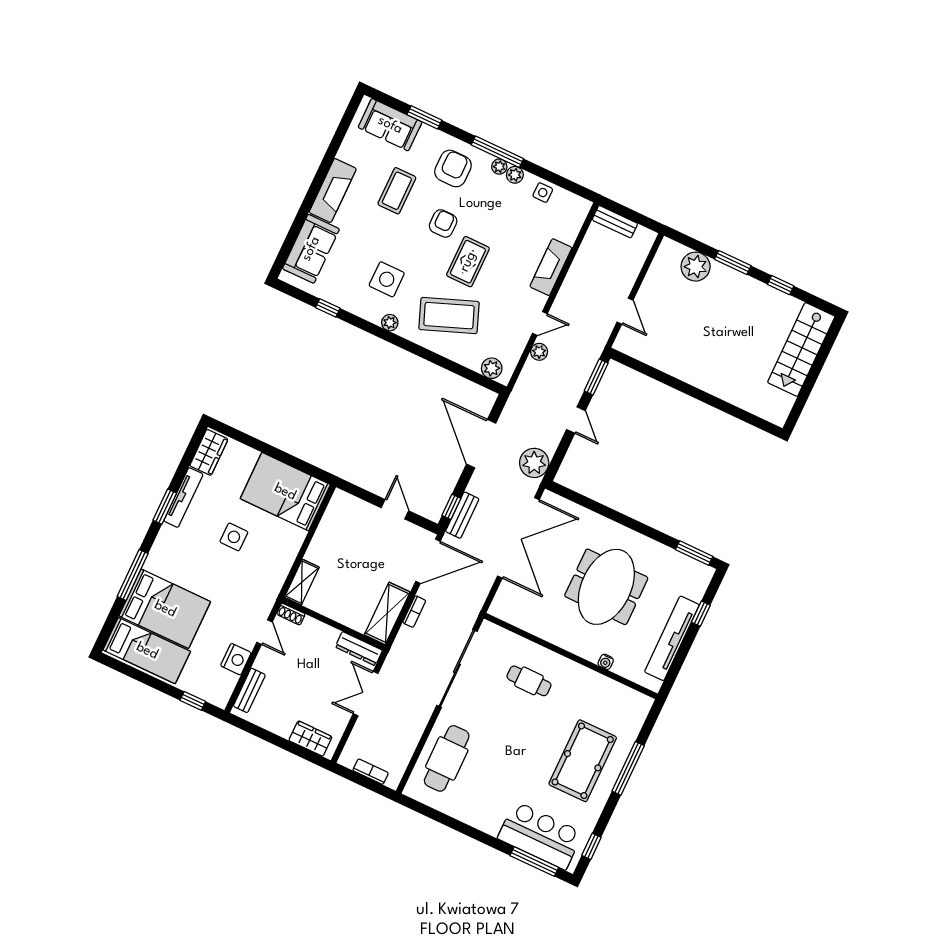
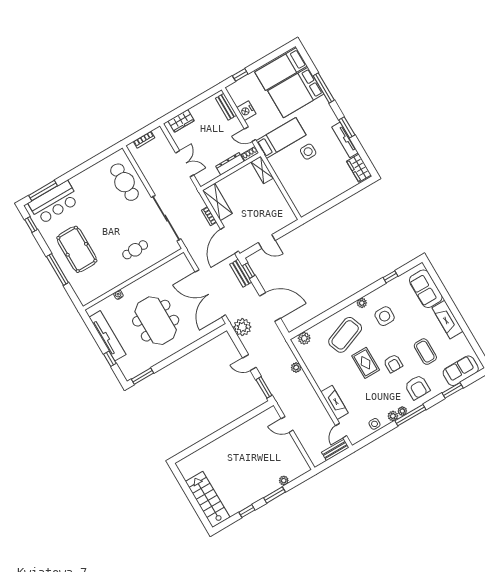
plant: (696, 267) -> (284, 481), width x0.53, depth x0.53
door: (540, 323) -> (341, 431), moved
bed: (285, 492) -> (281, 138), moved, width x0.67
dresser: (359, 649) -> (230, 164), moved

